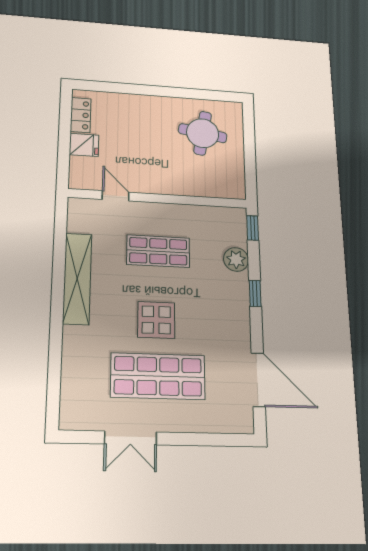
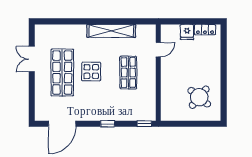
round table: (203, 133) -> (199, 97), turned 31
plant: (236, 259) -> (126, 114), removed

